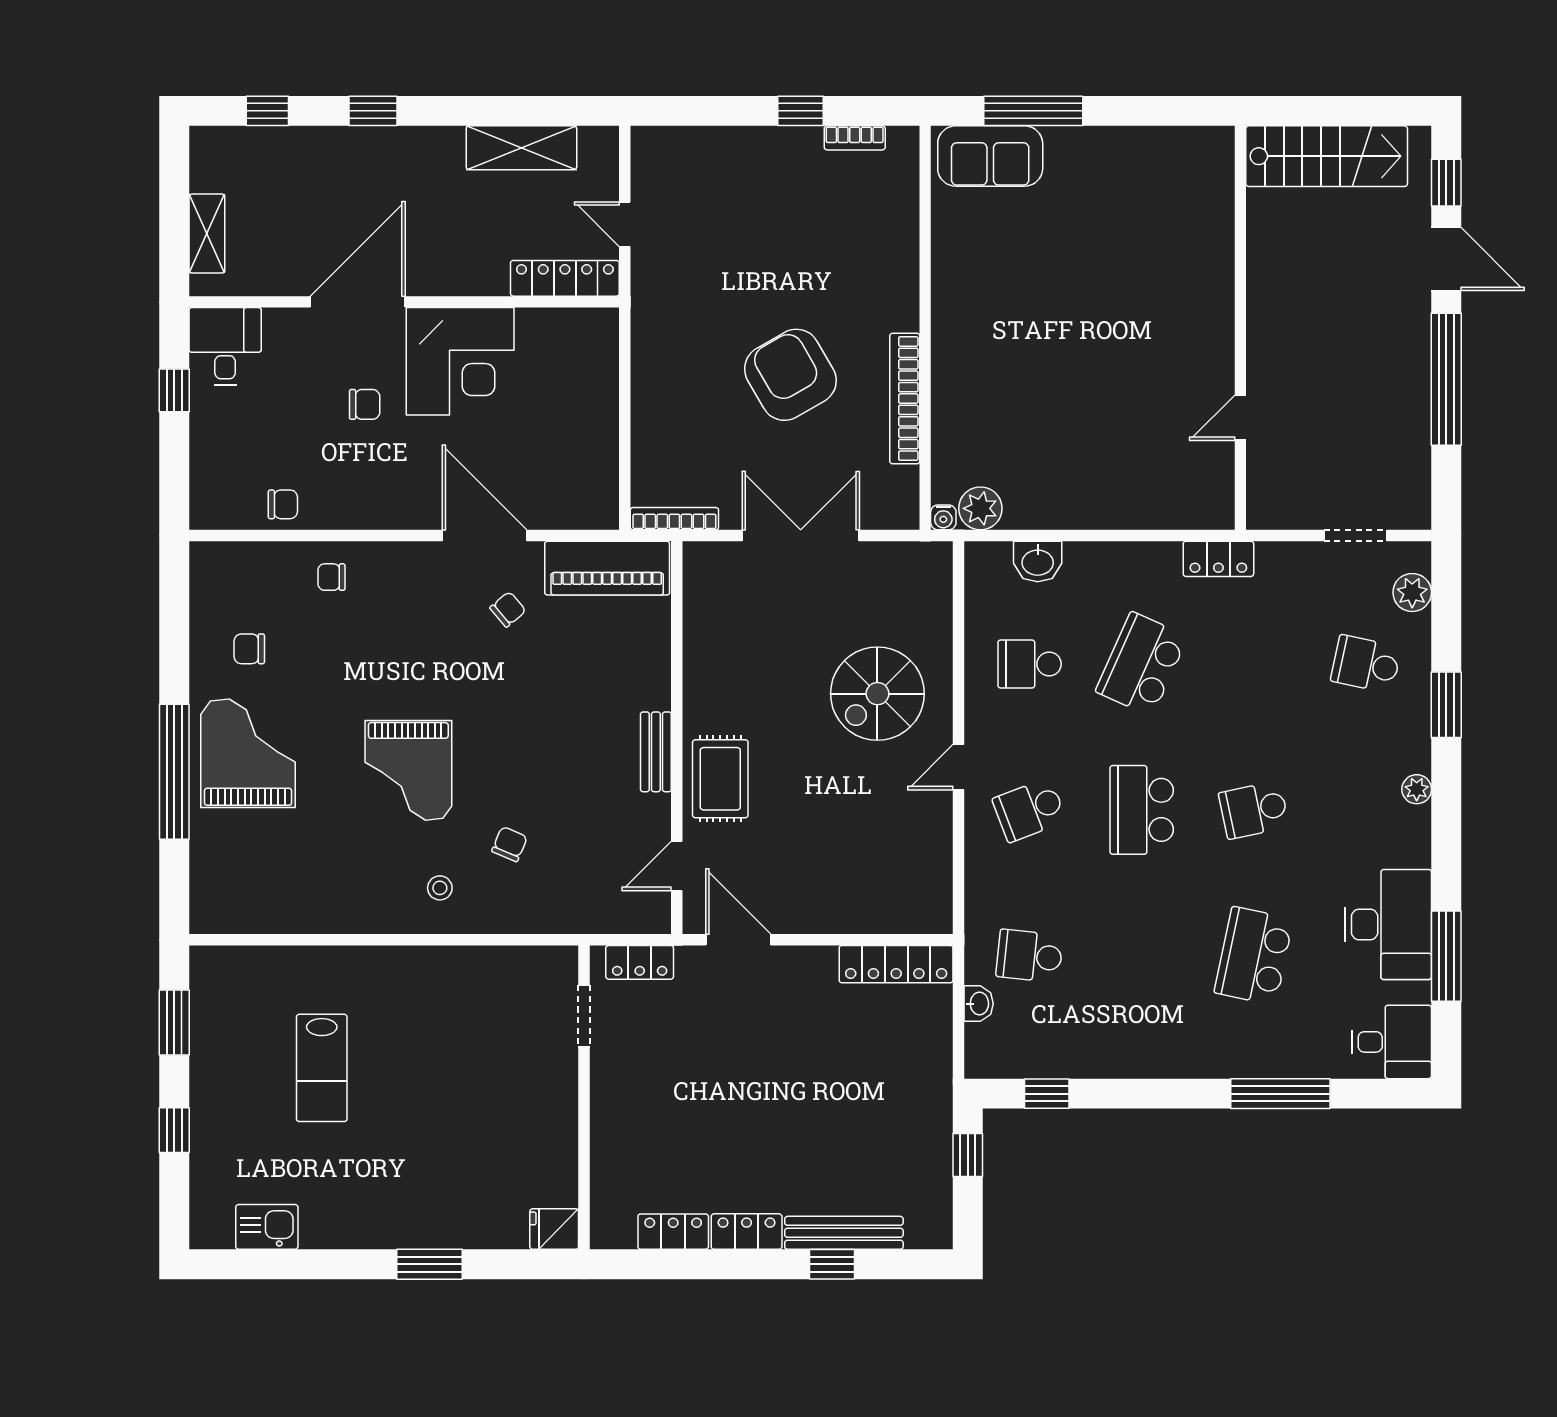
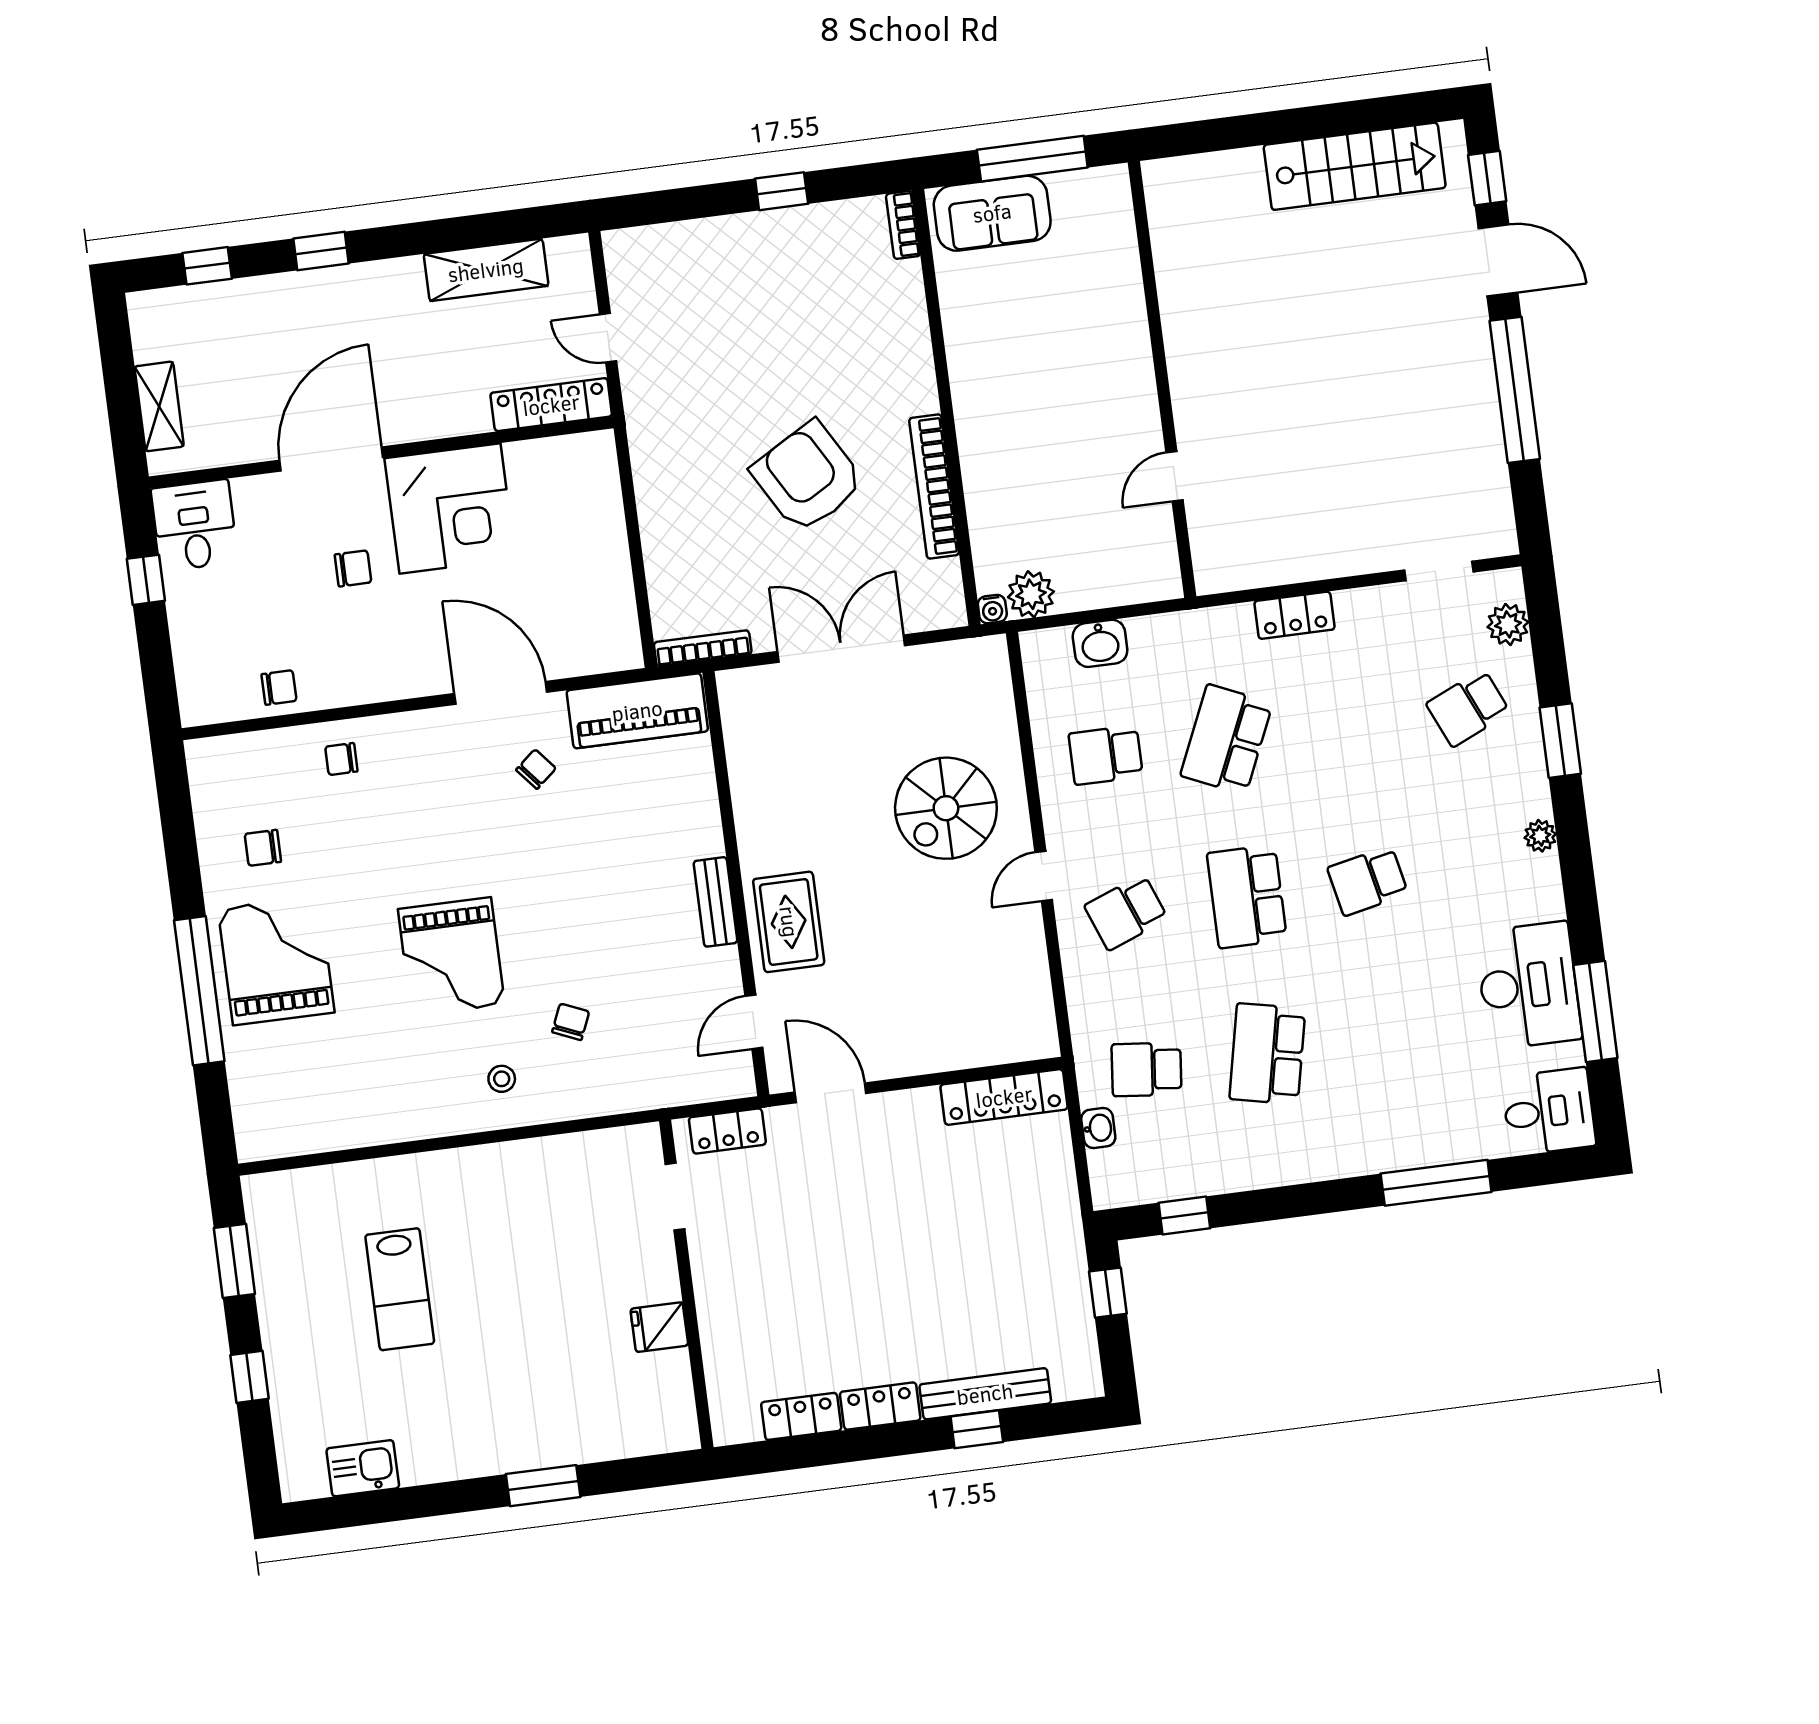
bookcase: (855, 138) -> (903, 225), moved, turned 90
wall: (1240, 328) -> (1162, 379), moved
door: (1240, 418) -> (1175, 476), moved
school desk: (1366, 664) -> (1468, 708), turned -36
school desk: (1254, 956) -> (1267, 1054), moved
fridge: (554, 1229) -> (659, 1327), moved

